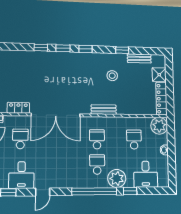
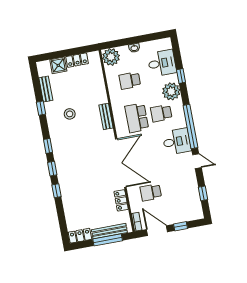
locker: (161, 99) -> (77, 60), width x0.66
school desk: (97, 139) -> (137, 118), width x1.85
desk: (21, 175) -> (177, 142), moved
window: (94, 191) -> (190, 126), moved

